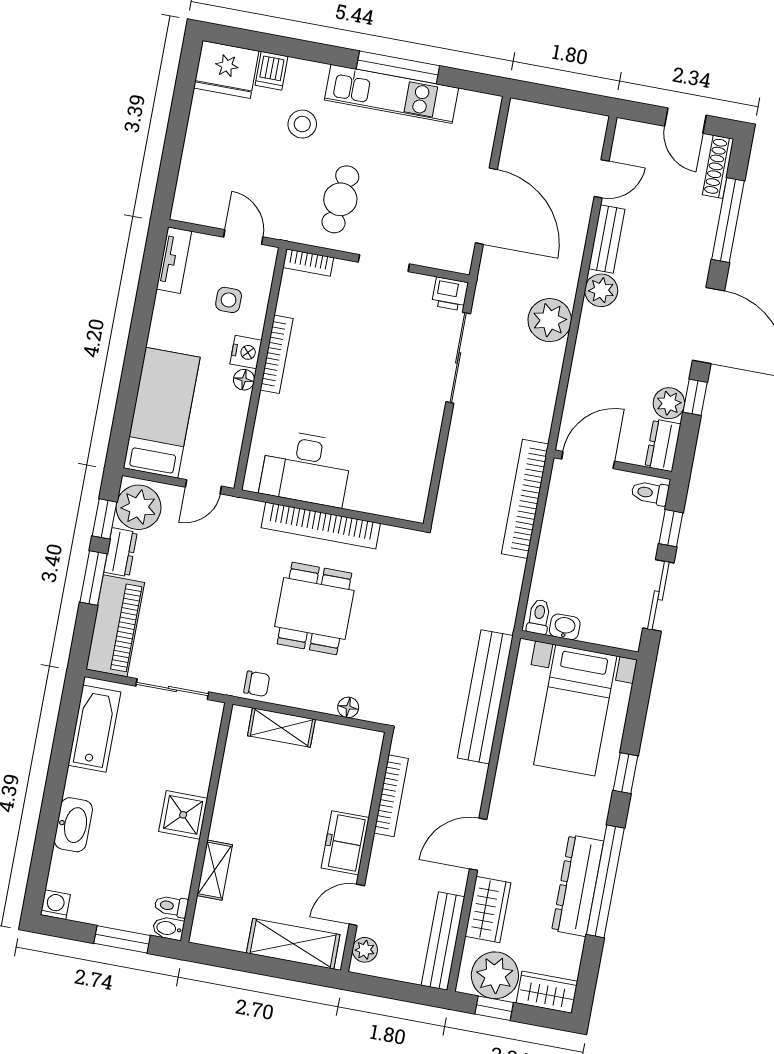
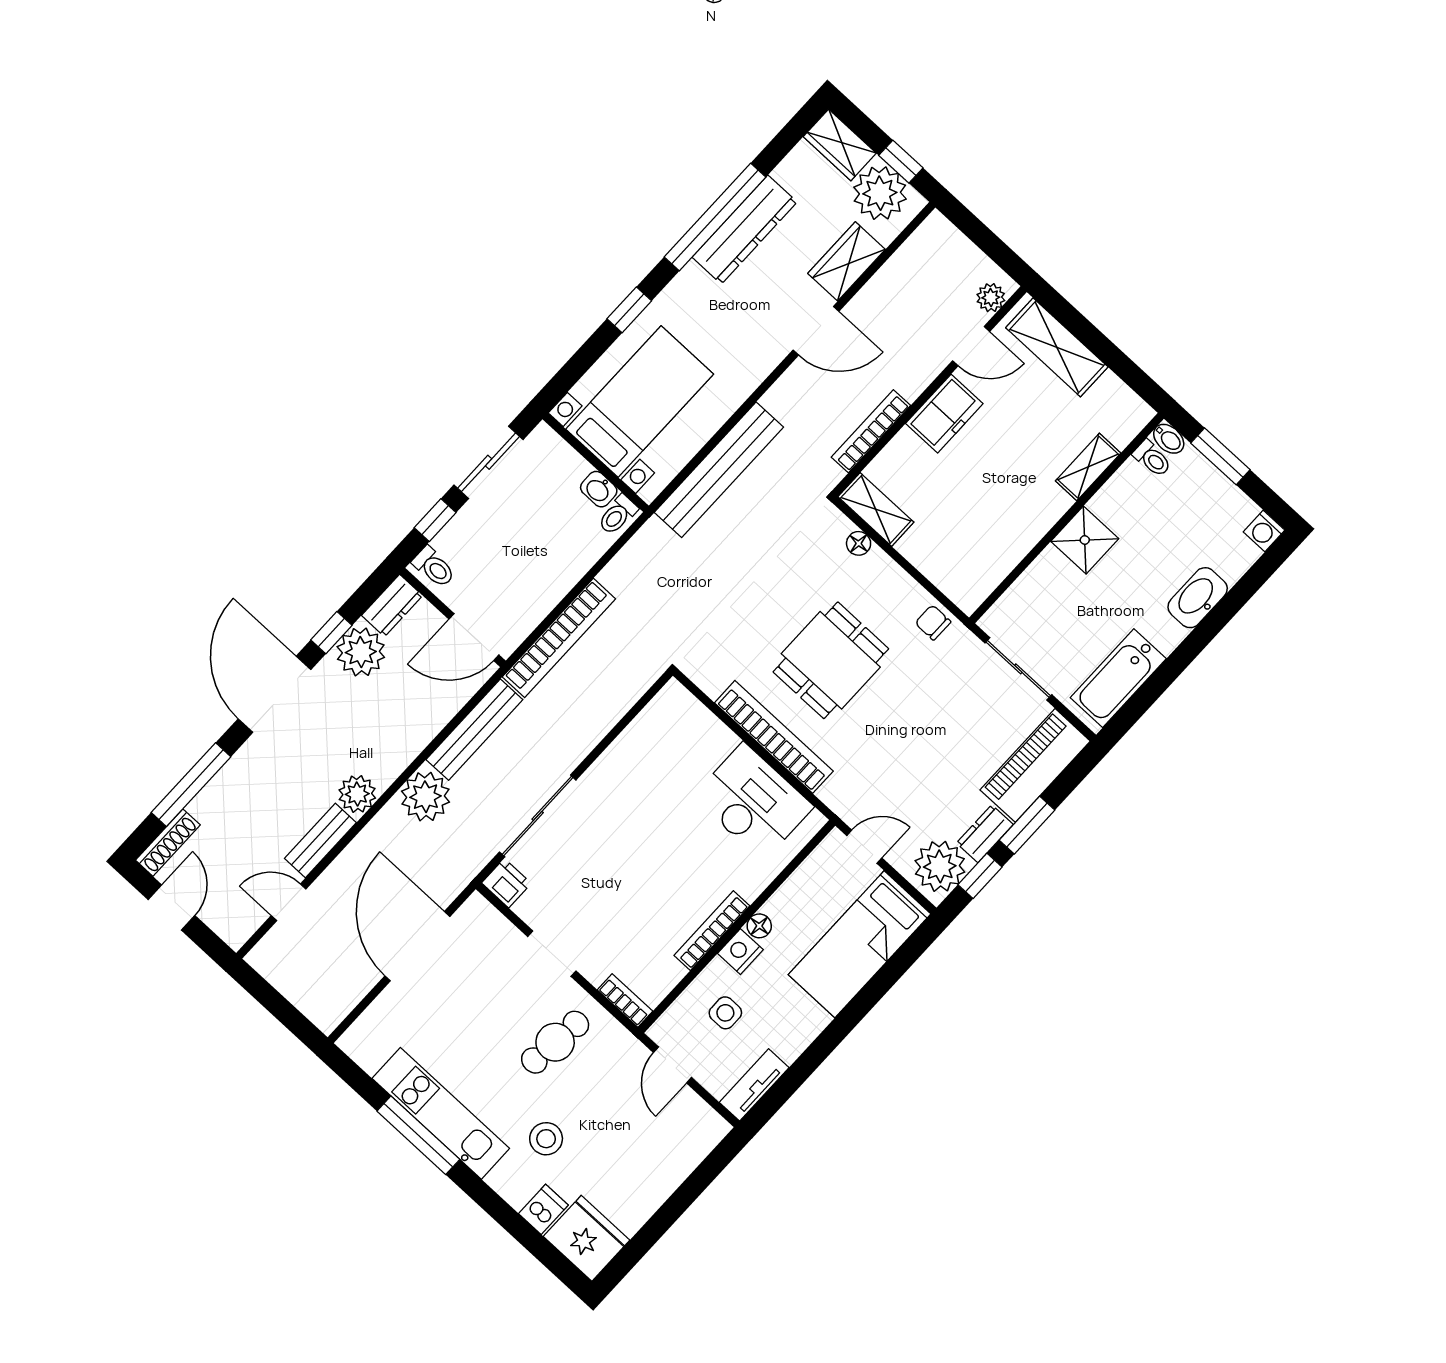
plant: (669, 403) -> (361, 652), width x1.36, depth x1.36
shelving: (281, 728) -> (876, 509), moved
bench: (443, 941) -> (474, 730), moved

